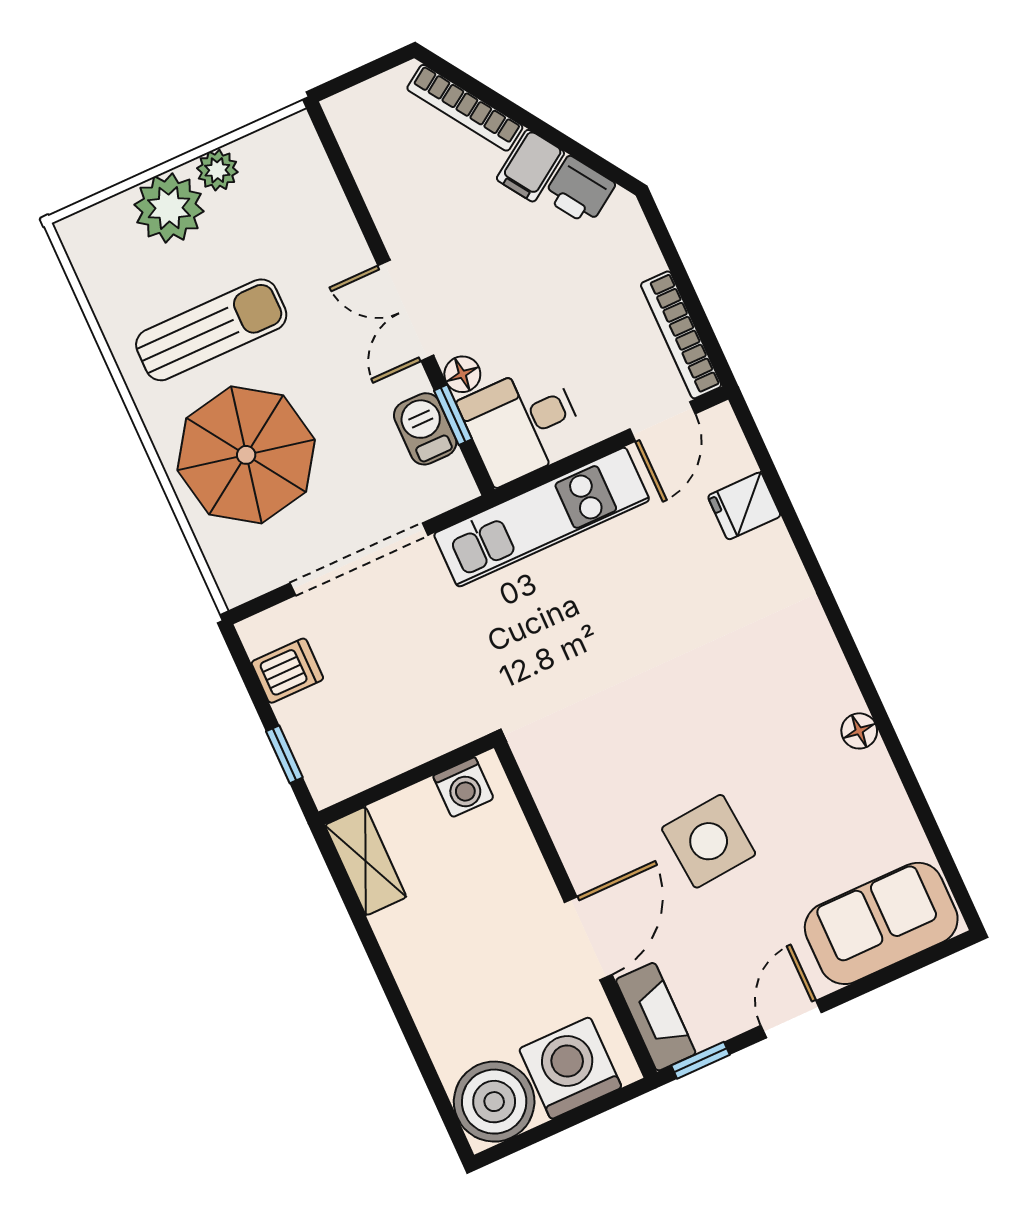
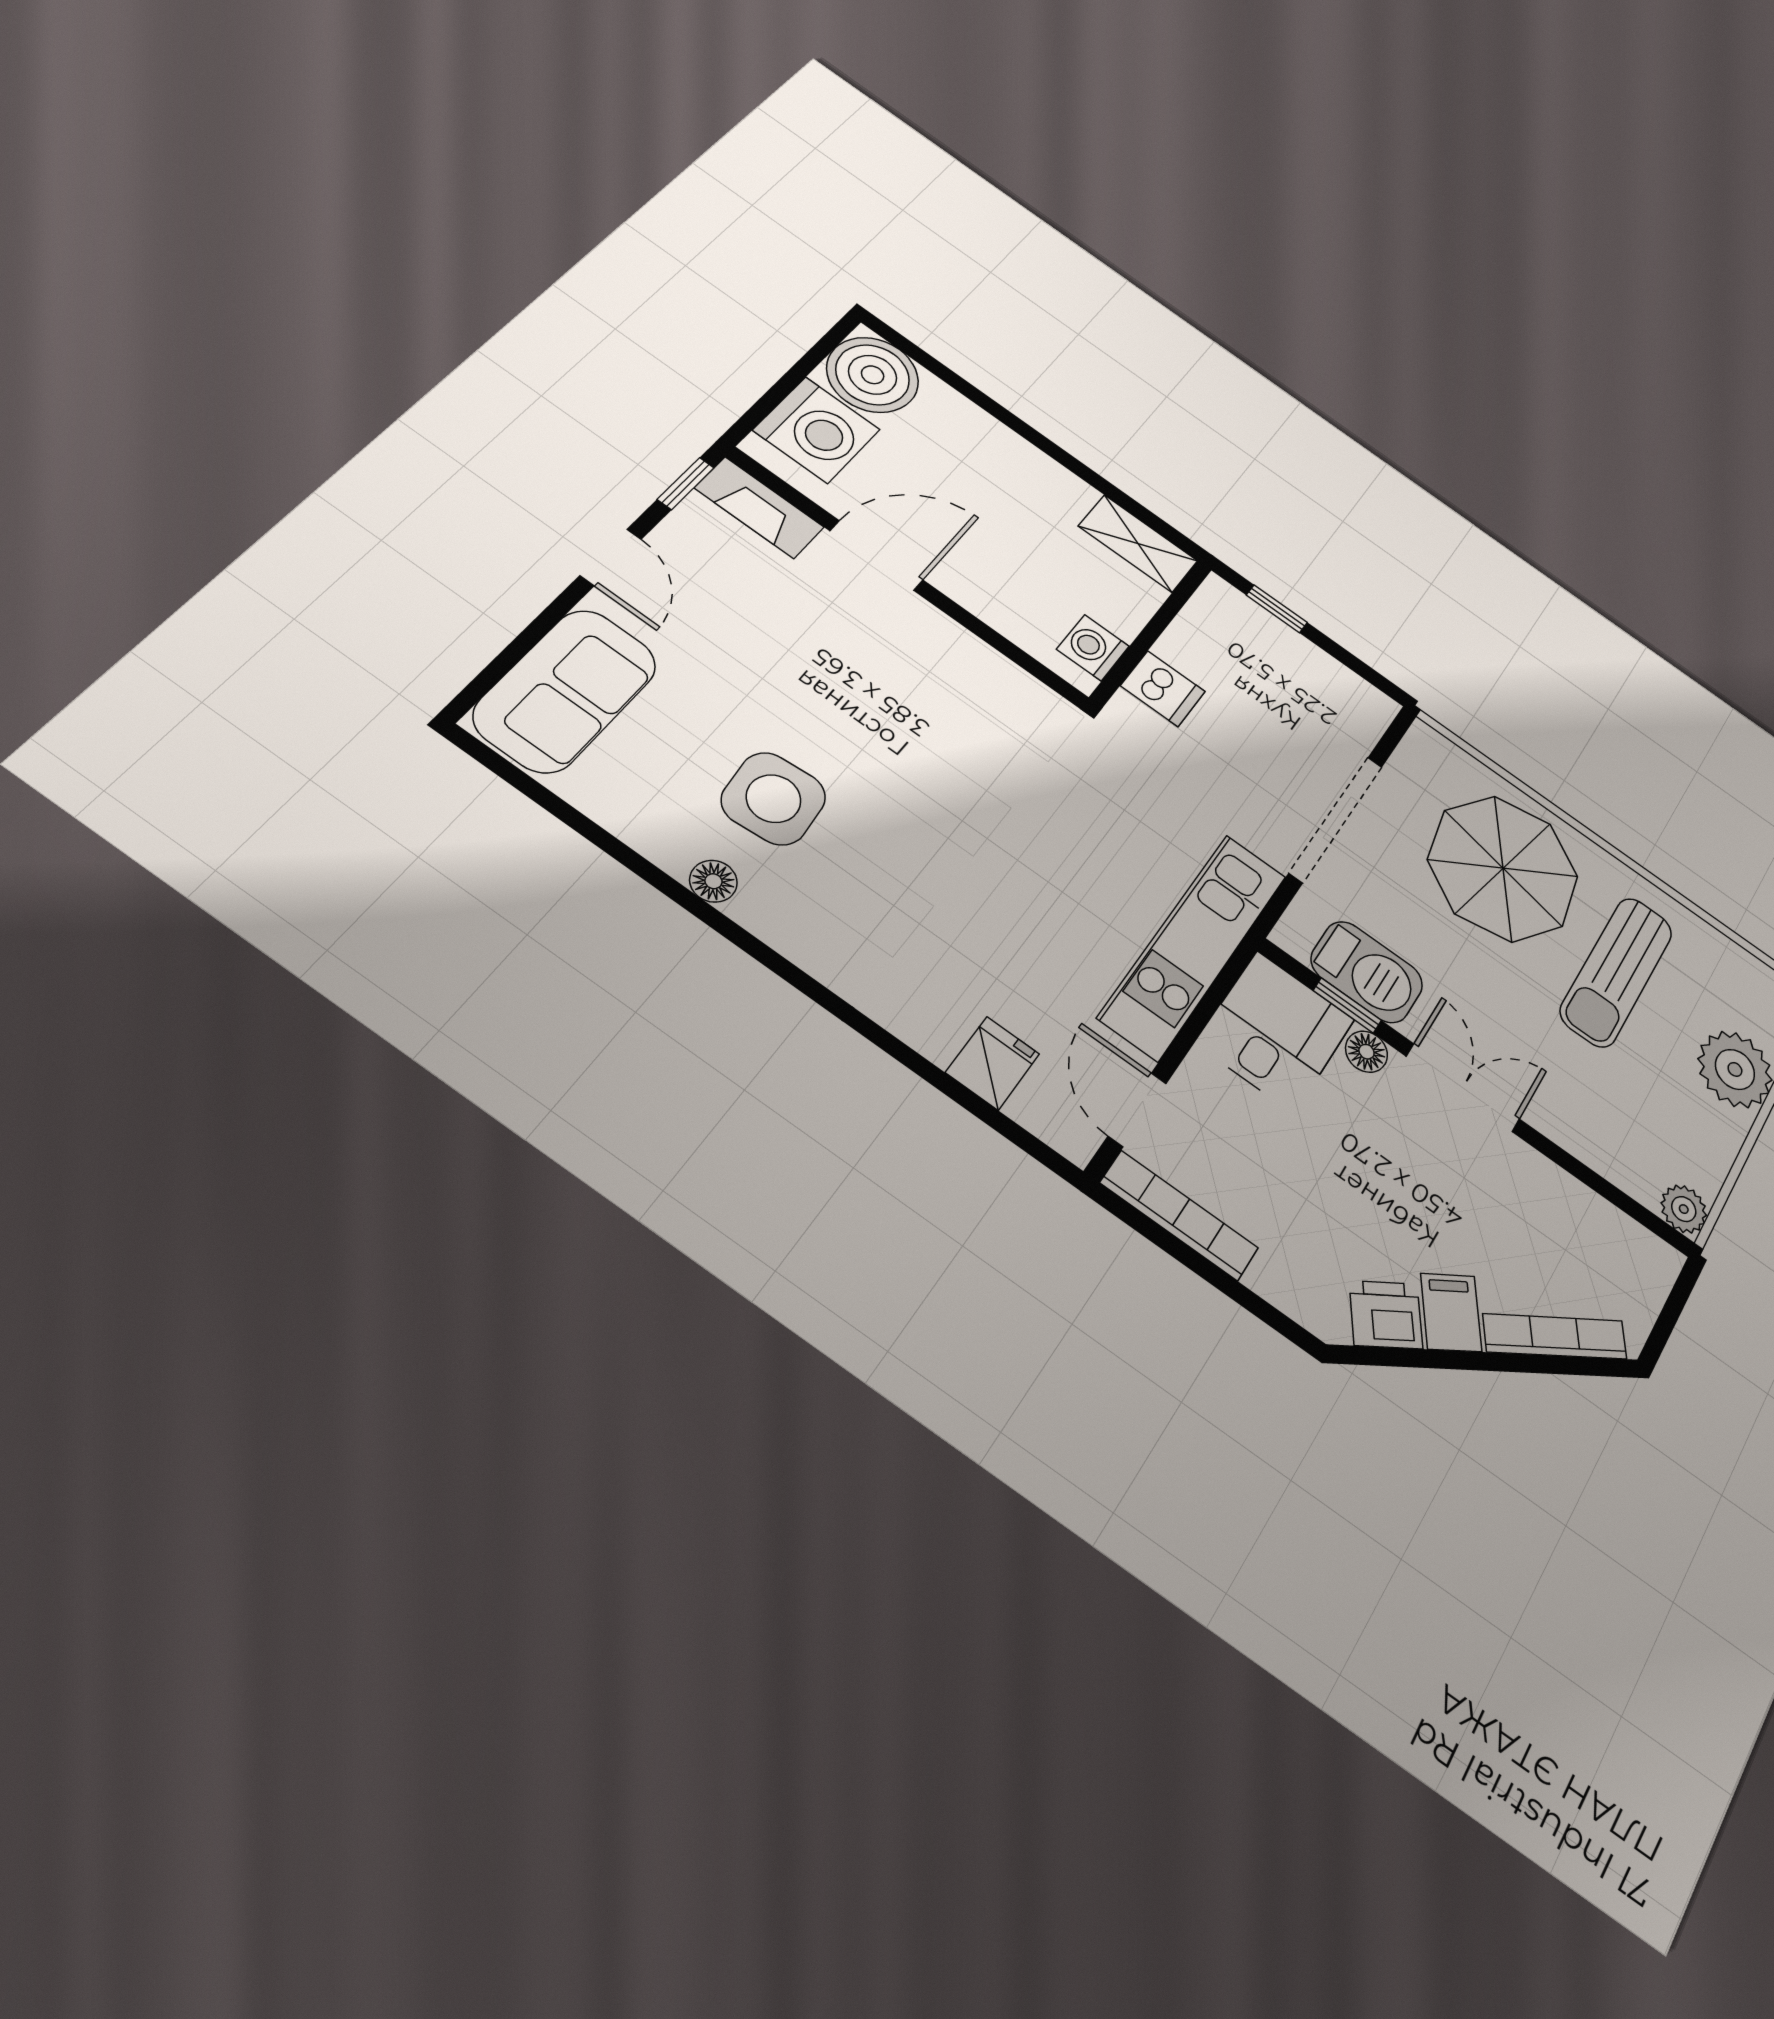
plant: (217, 170) -> (1684, 1209), moved
barbecue: (425, 429) -> (1367, 972), width x1.38, depth x1.27
dishwasher: (287, 671) -> (1163, 689), moved, turned -90
side table: (709, 841) -> (774, 799), moved
door: (588, 938) -> (876, 555), swing flipped

